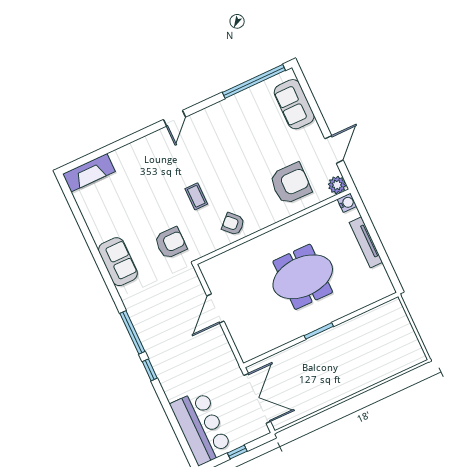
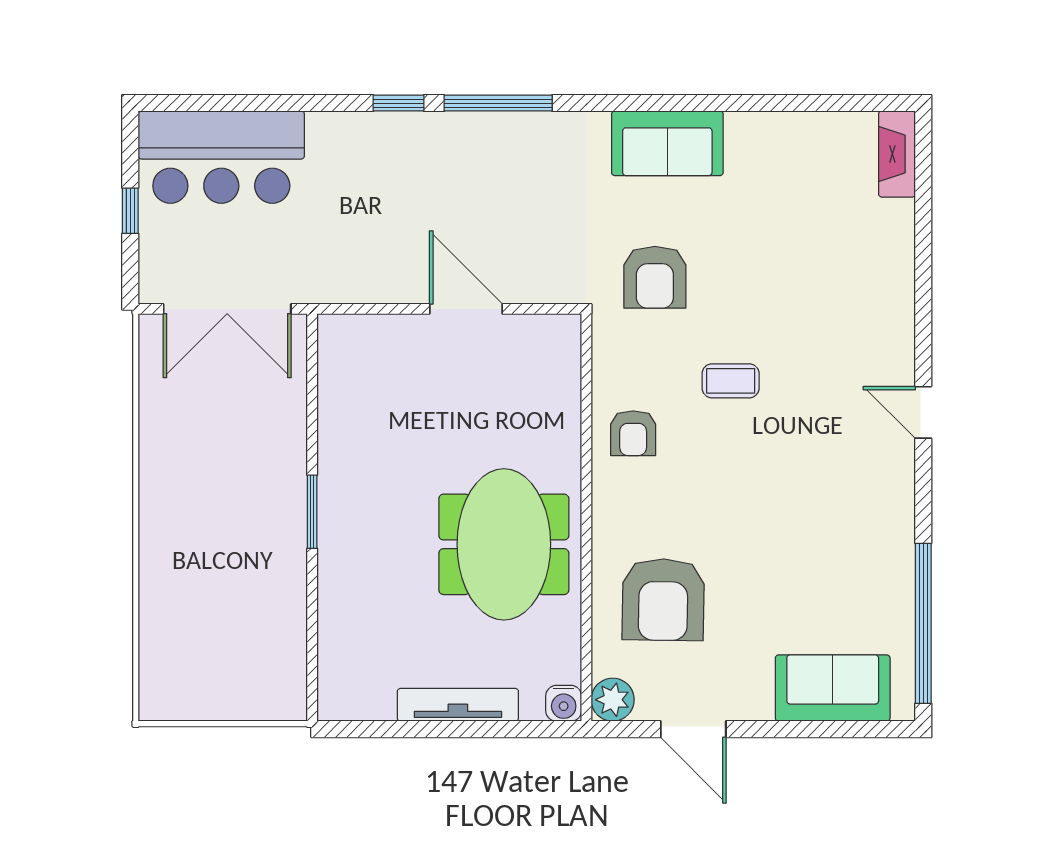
fireplace: (89, 173) -> (897, 154), width x0.73, depth x0.76
armchair: (233, 224) -> (633, 433), turned 135
meeting table: (303, 277) -> (504, 544), moved

